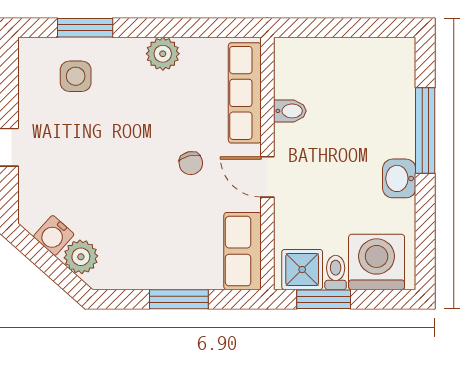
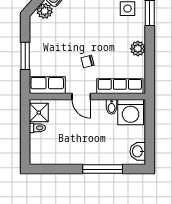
door: (267, 177) -> (81, 97), swing flipped
washbasin: (399, 178) -> (138, 151), moved, turned -90
washing machine: (377, 262) -> (131, 112), moved, turned 90
window: (324, 299) -> (25, 122), removed

